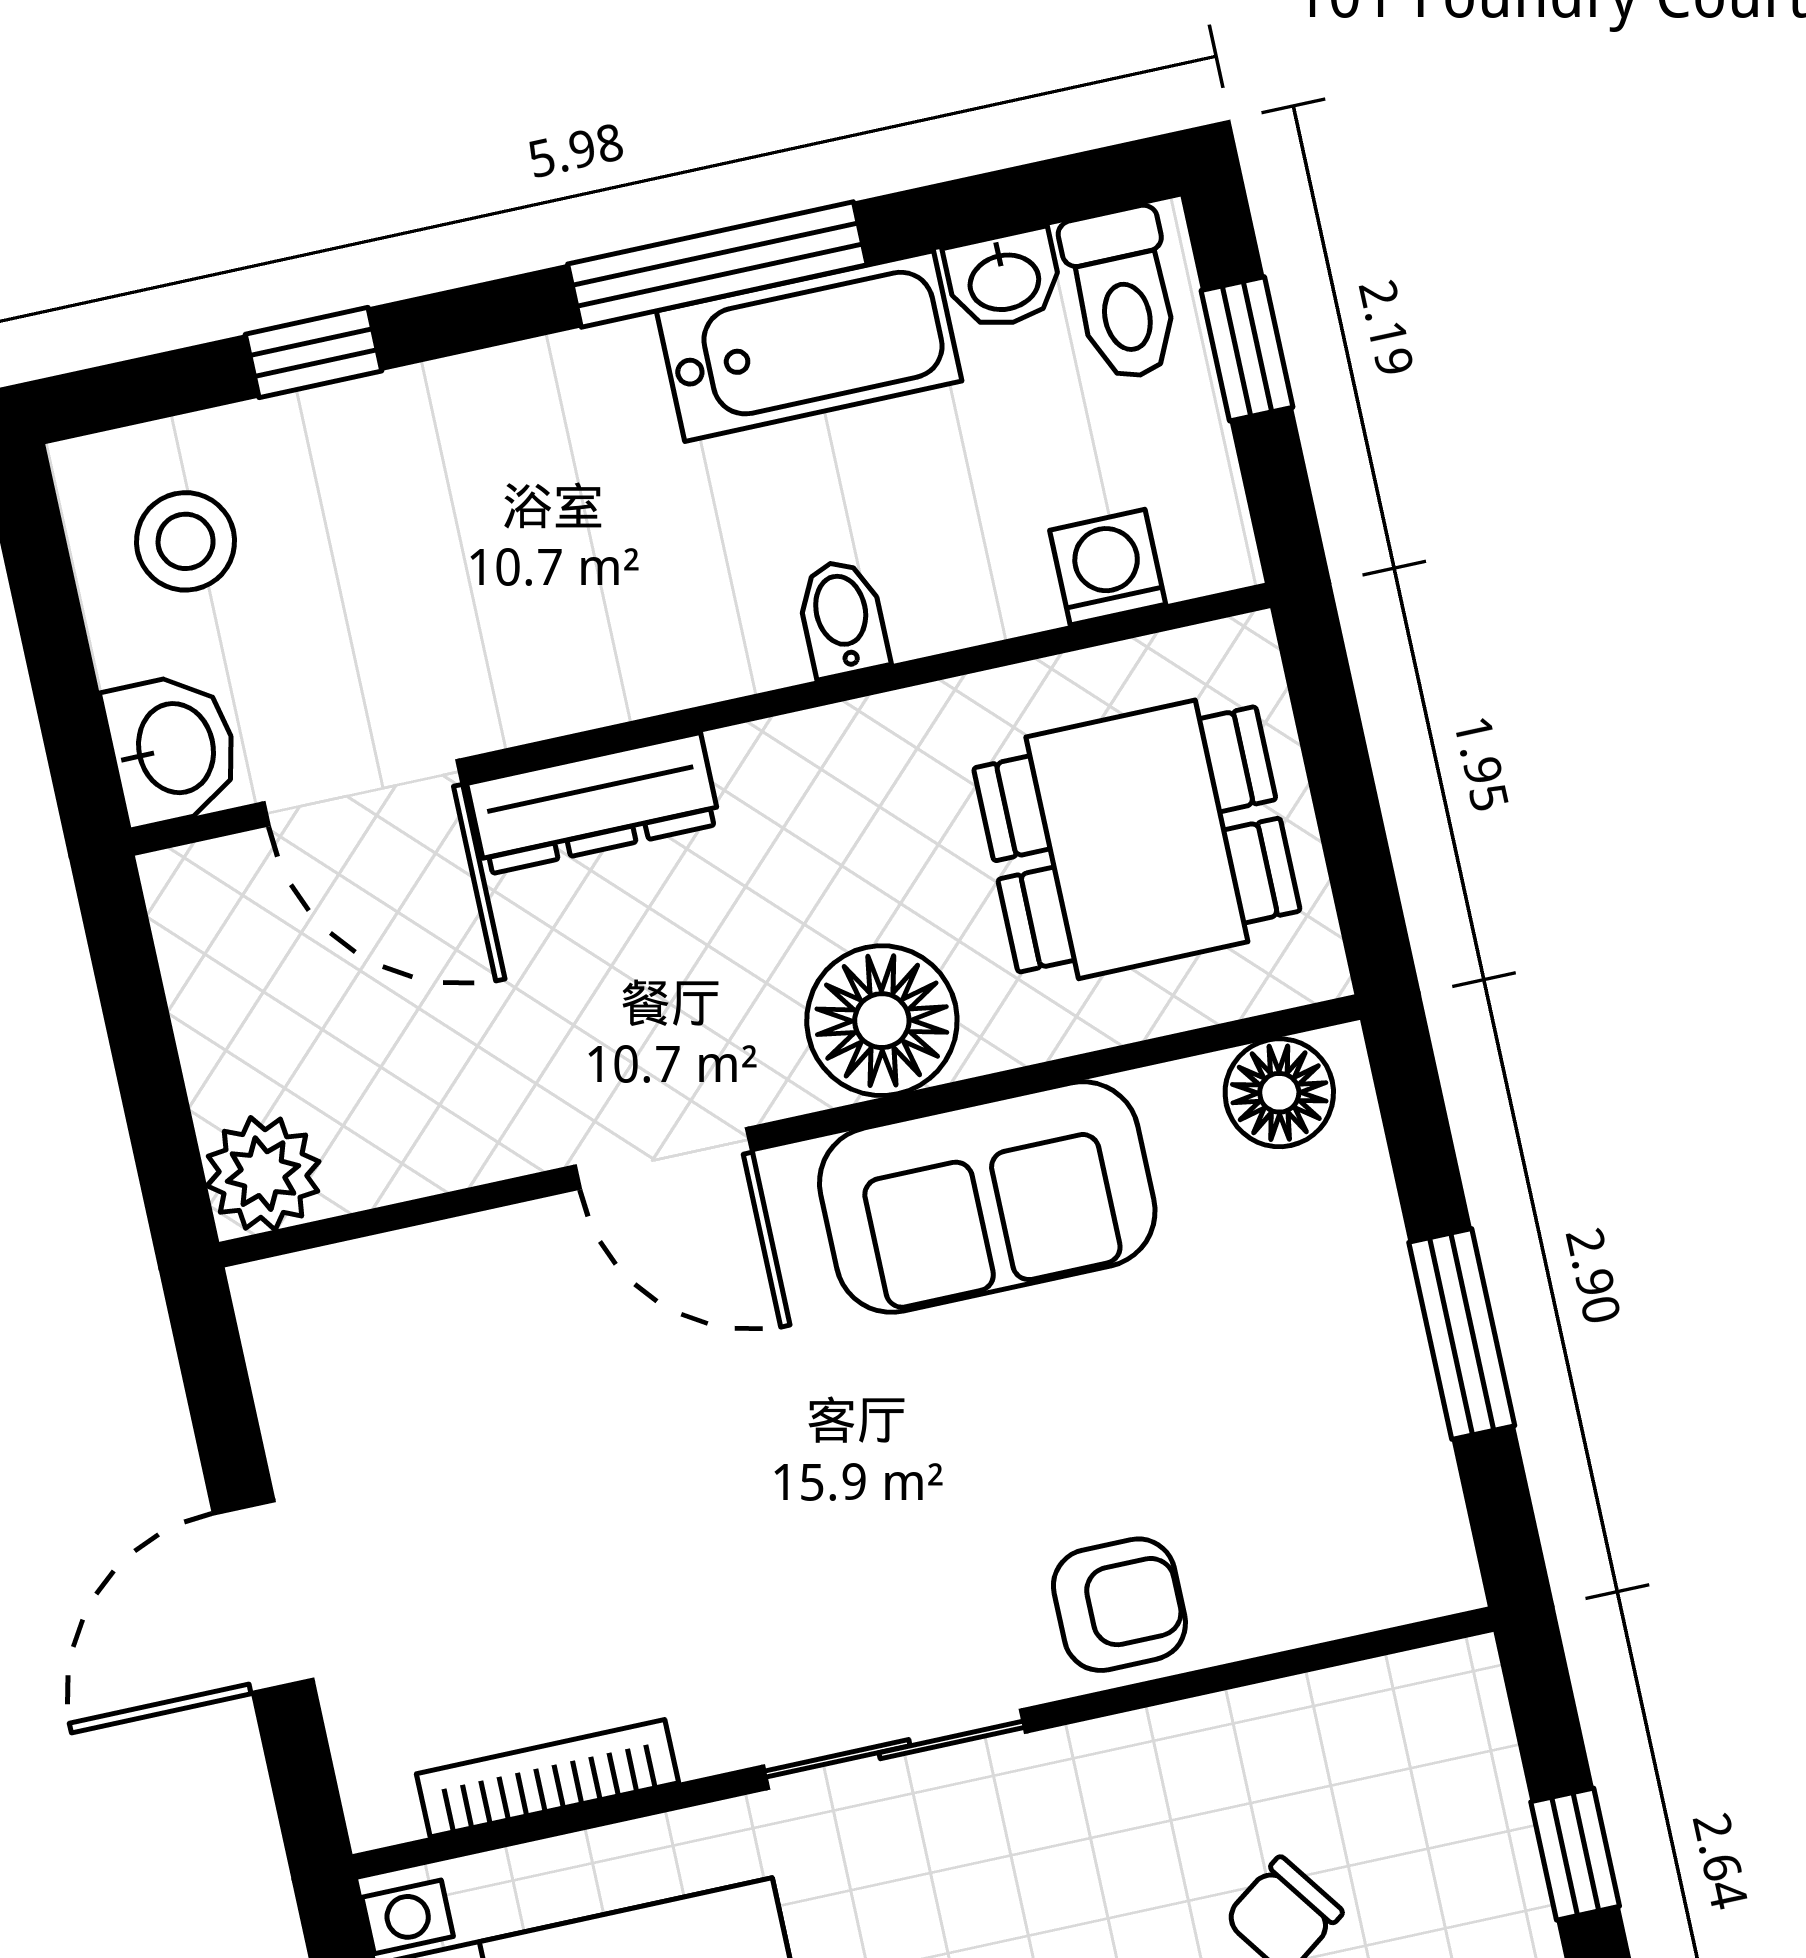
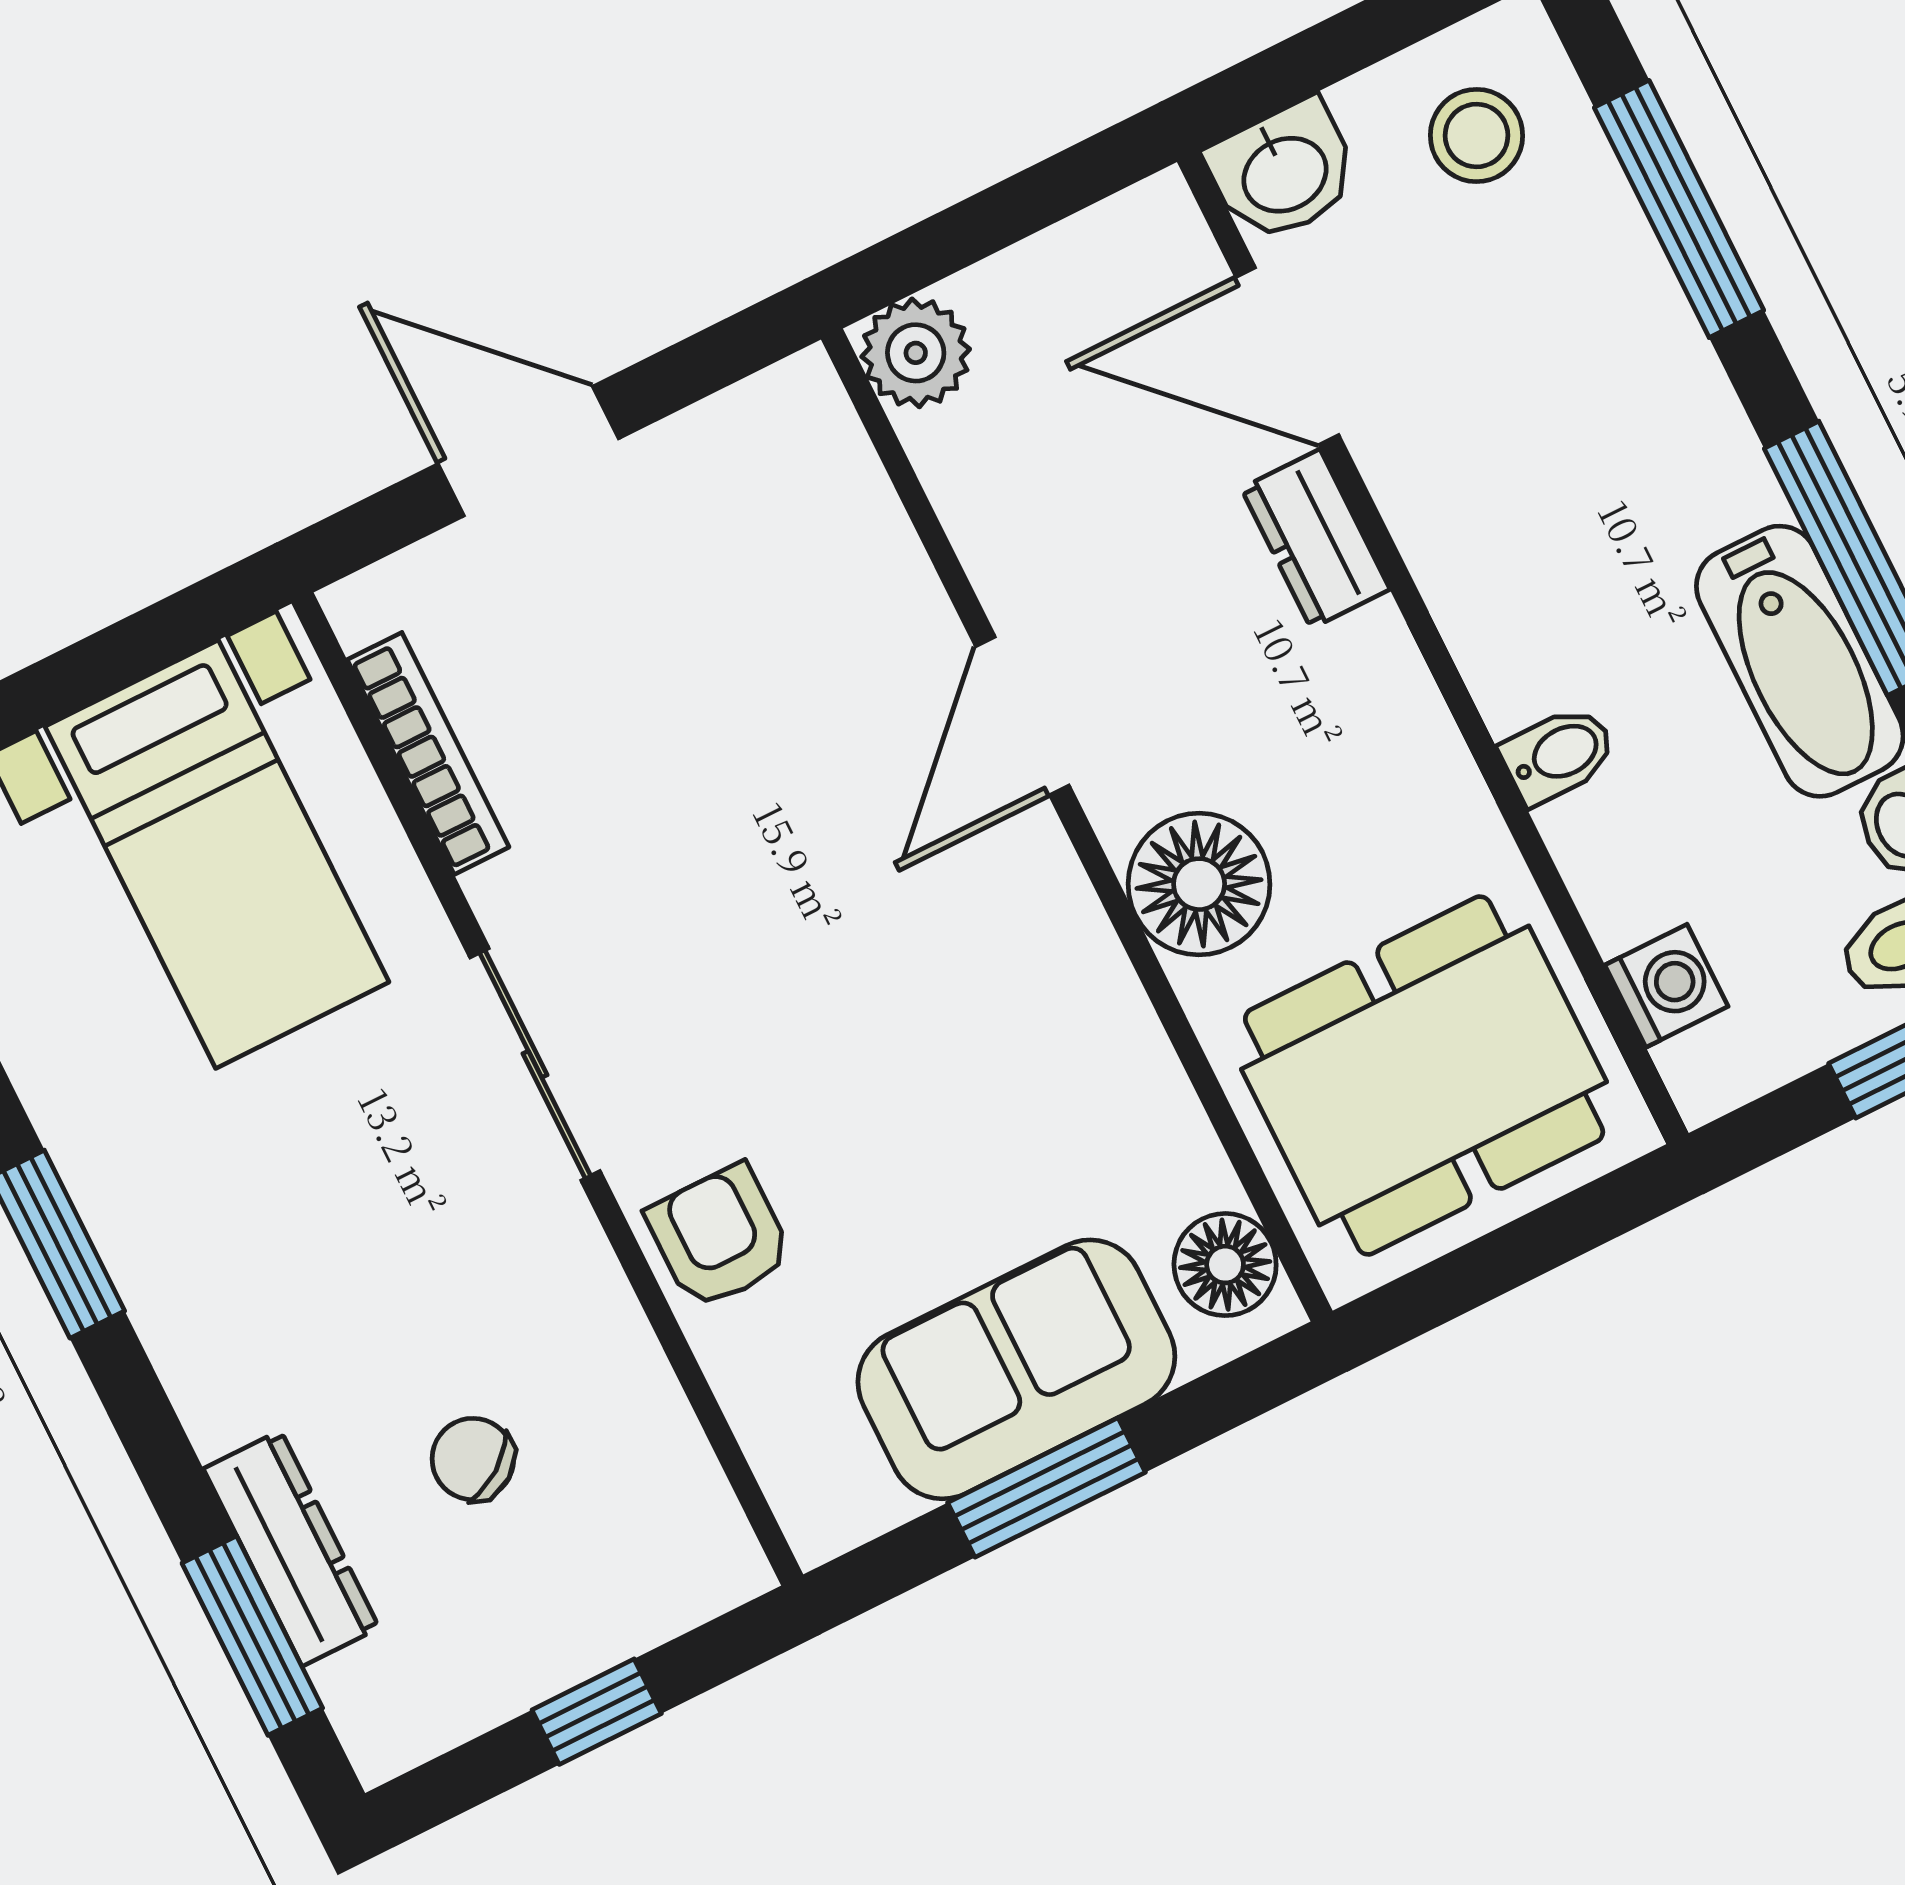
window: (313, 353) -> (1679, 209), width x2.17
door: (363, 793) -> (1287, 356), hinge flipped
dresser: (593, 804) -> (1315, 539), width x0.70
dining table: (1137, 839) -> (1424, 1076), width x1.38
sofa: (987, 1197) -> (1016, 1369), moved, turned 90
armchair: (1119, 1605) -> (719, 1237), turned 180

